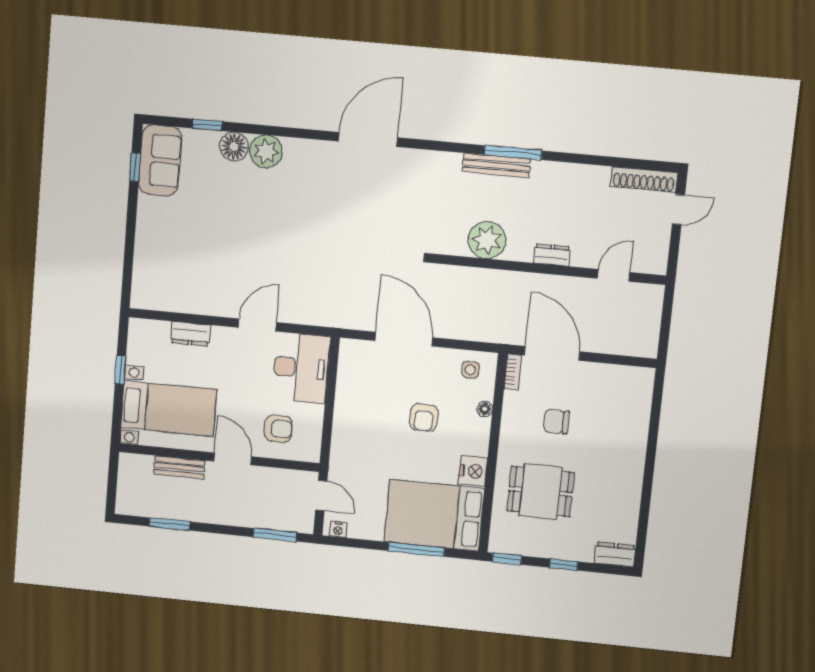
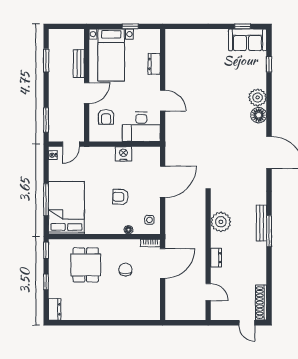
floor lamp: (234, 147) -> (259, 115), moved
nightstand: (473, 471) -> (123, 154), moved, turned 180

